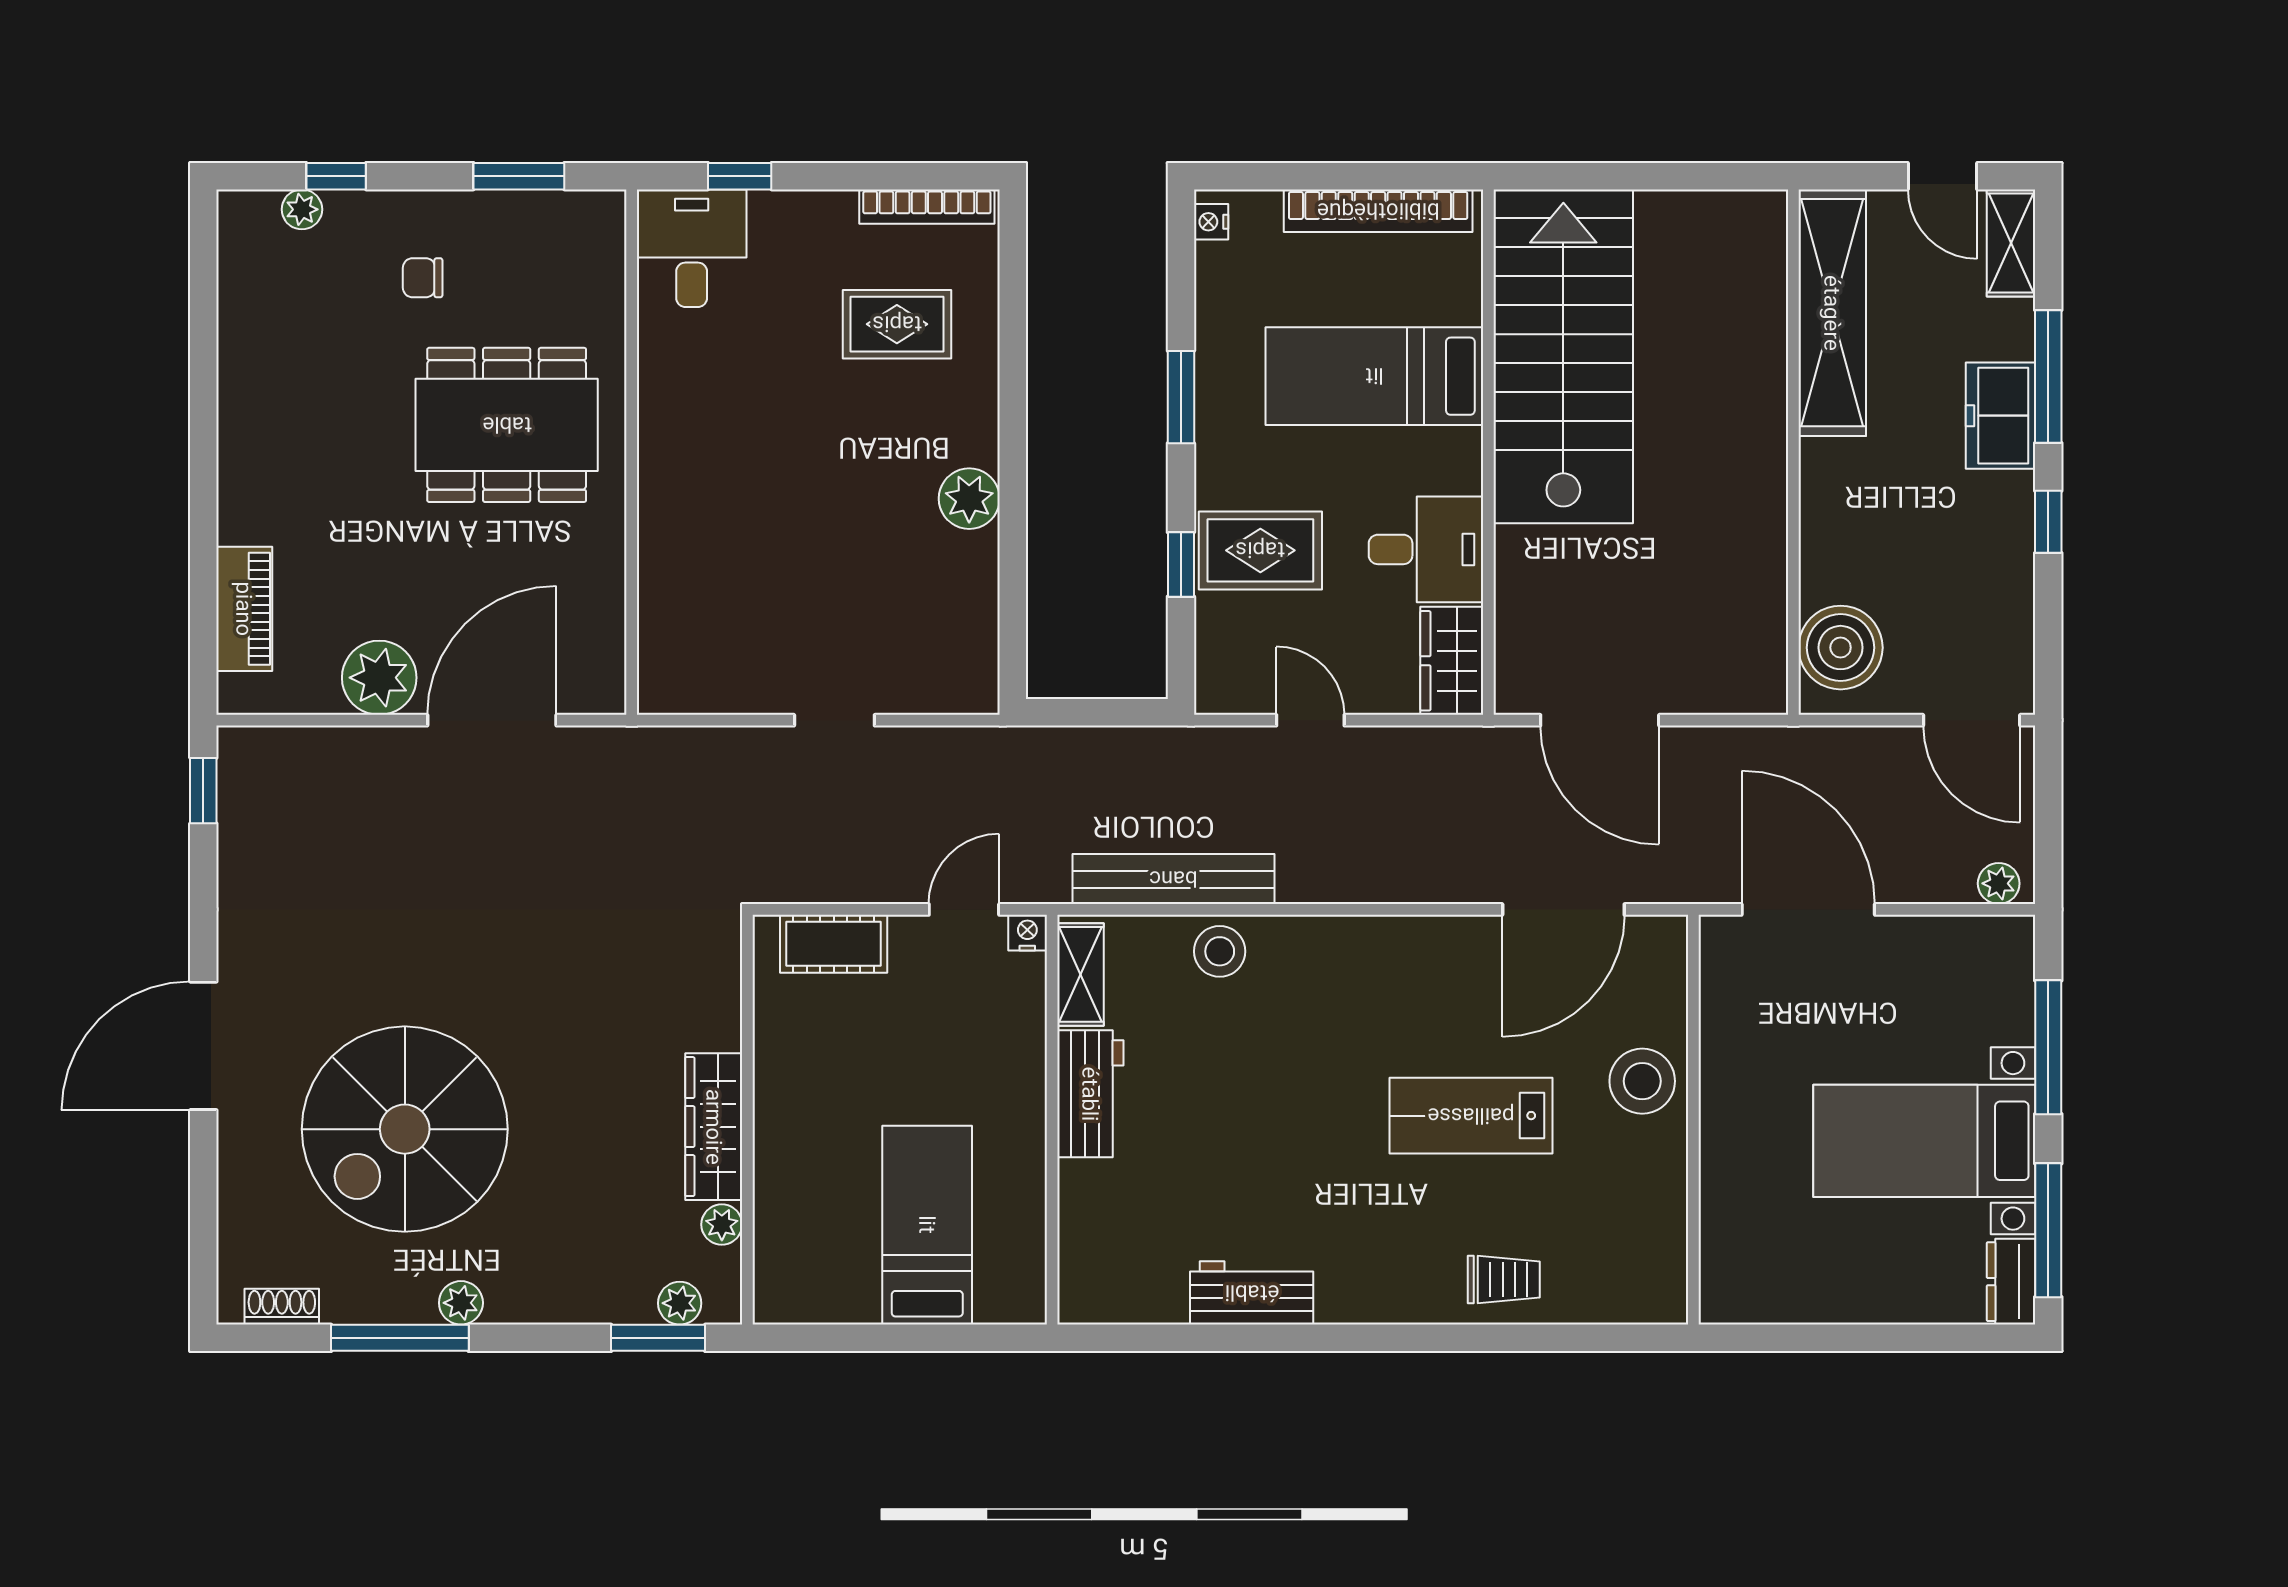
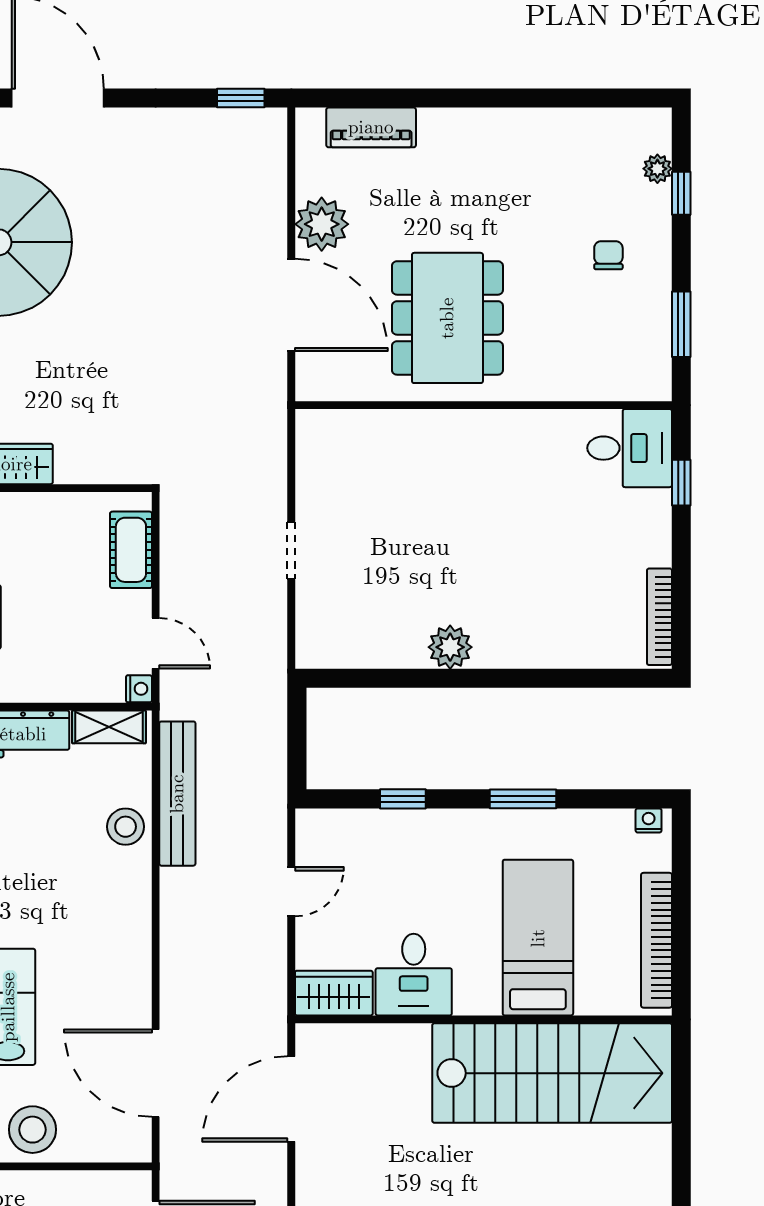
rug: (897, 324) -> (575, 595), removed
dining table: (507, 425) -> (447, 318), moved
rug: (1260, 550) -> (413, 856), removed

